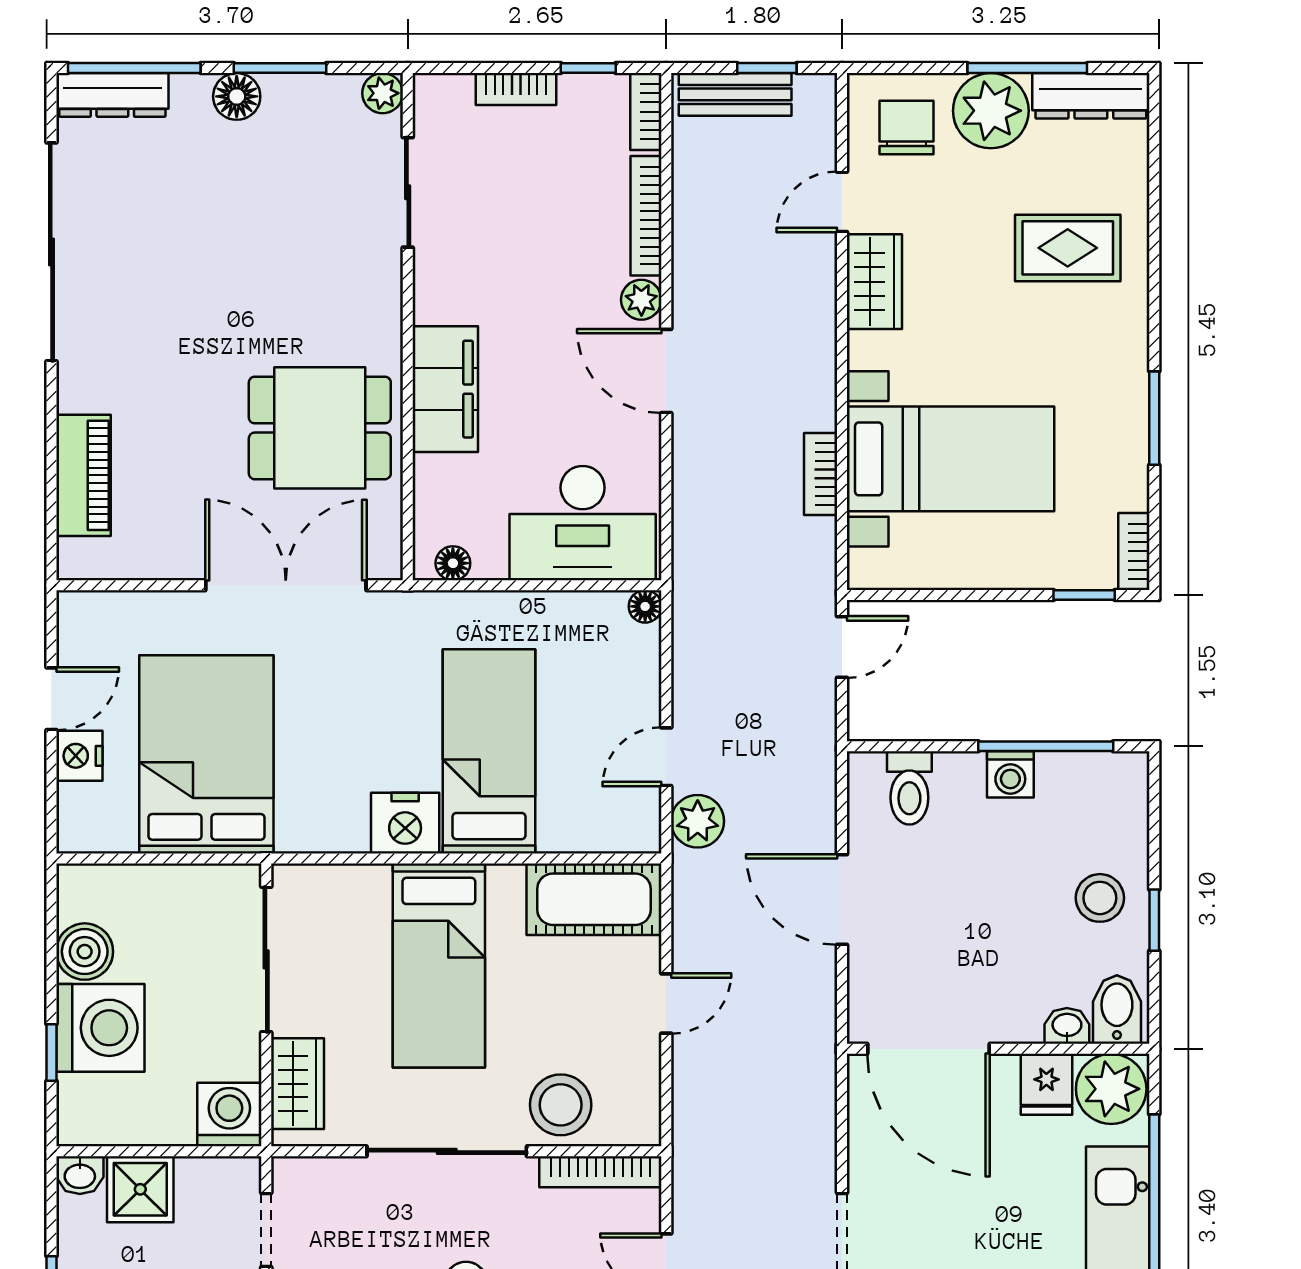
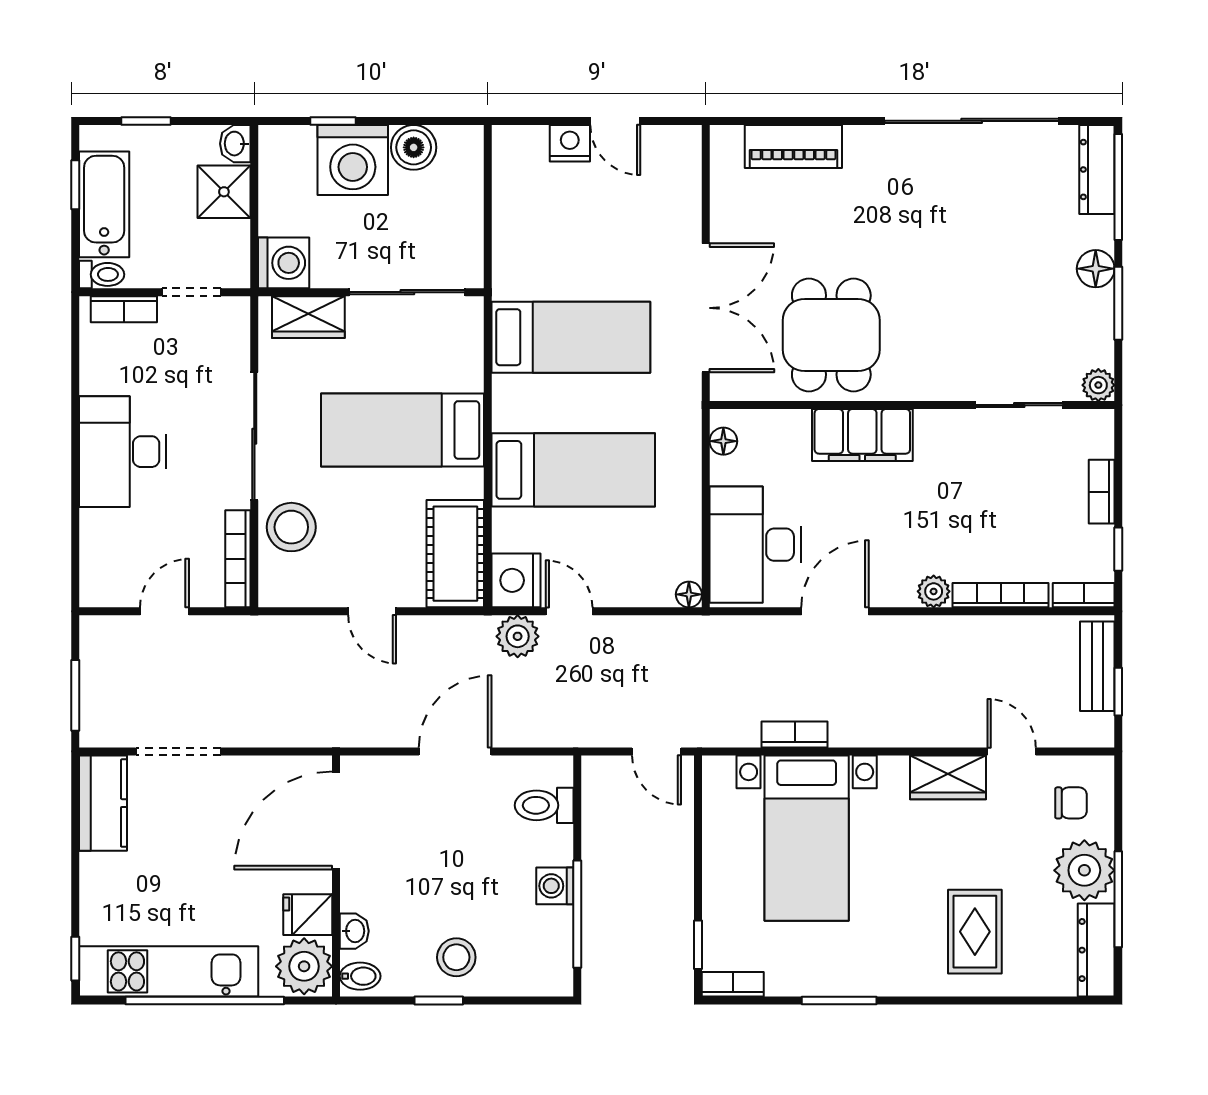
chair: (906, 128) -> (1071, 803), width x0.73, depth x0.73
door: (666, 371) -> (835, 611), moved
bed: (206, 754) -> (571, 337), moved, width x0.67
nightstand: (405, 823) -> (516, 580), moved
bidet: (1117, 1009) -> (360, 976), width x0.72, depth x0.74

